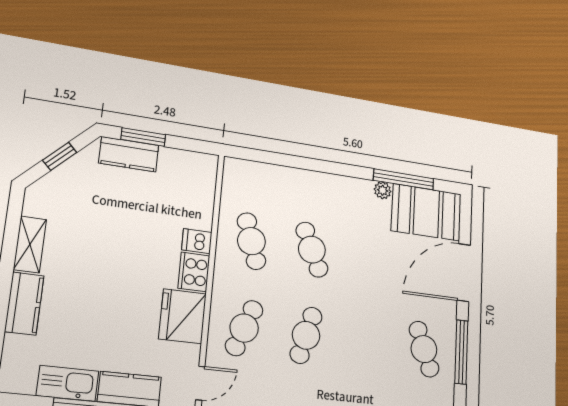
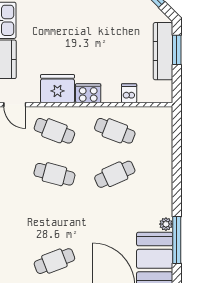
kitchen counter: (129, 154) -> (163, 51), width x1.50
dishwasher: (197, 241) -> (129, 93), moved
cafe table: (251, 241) -> (115, 131), turned 39

